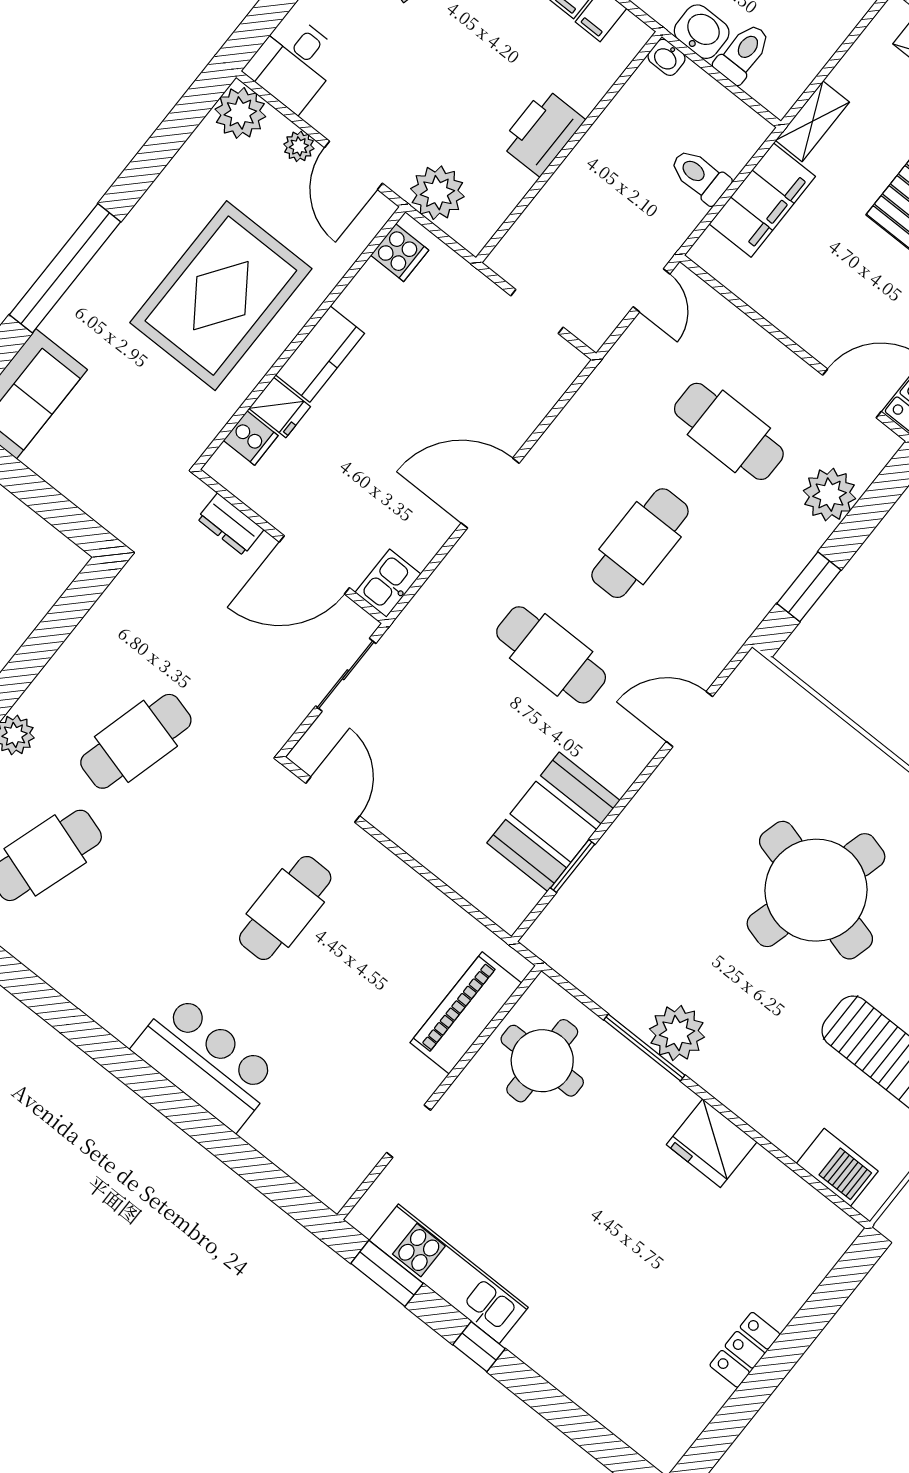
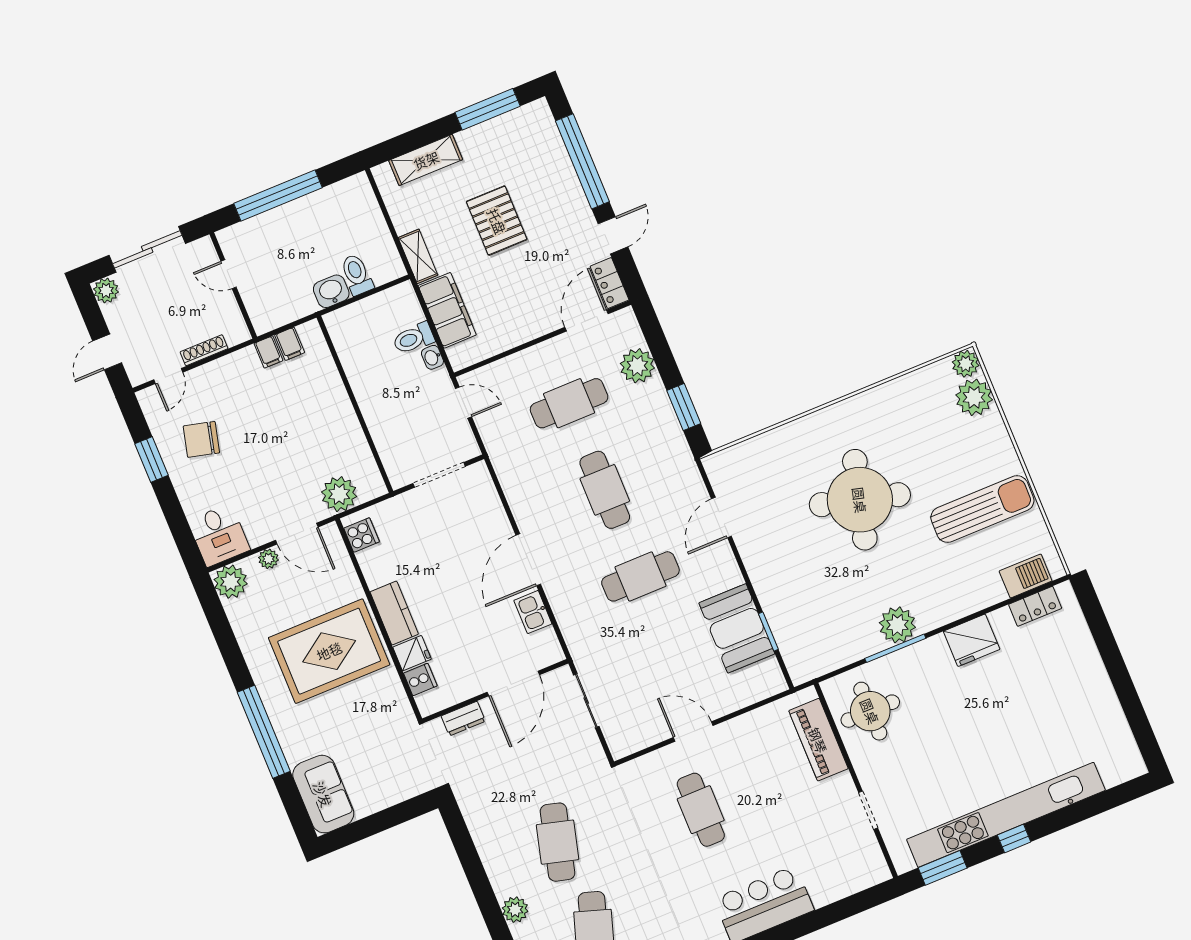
washbasin: (666, 57) -> (432, 357), moved, turned 90
printer: (542, 132) -> (338, 415), removed
rug: (221, 296) -> (329, 651), turned 90
doorway: (537, 311) -> (439, 475), width x1.38
kitchen sink: (388, 583) -> (533, 612), moved
door: (333, 800) -> (693, 732), moved
kitchen unit: (449, 1274) -> (1006, 815), width x1.86
locker: (745, 1350) -> (1035, 606), moved, turned -90

